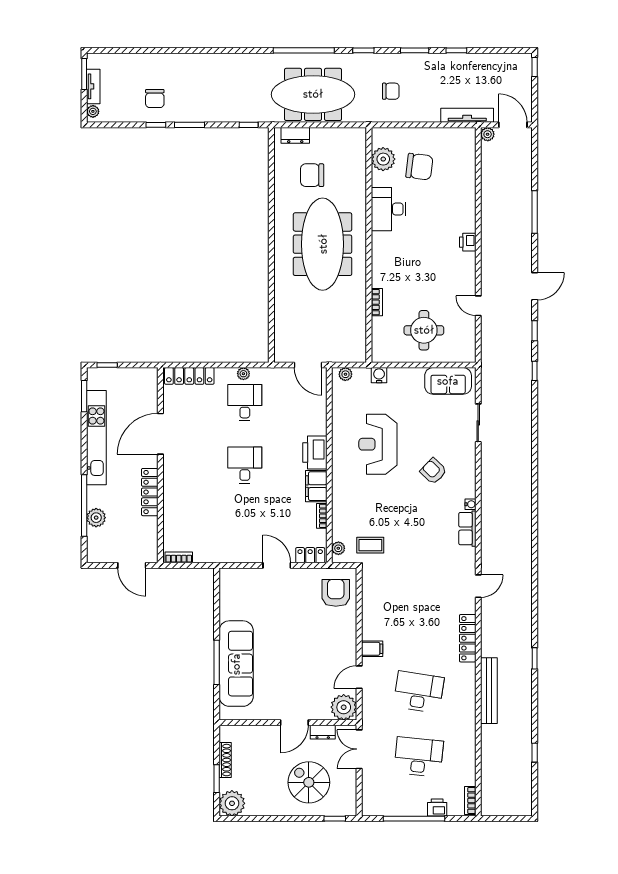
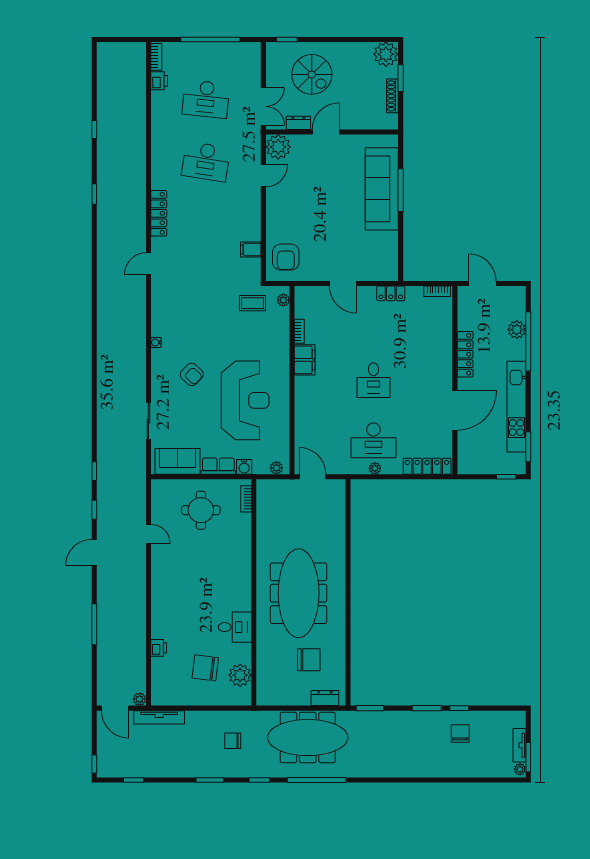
window: (456, 50) -> (134, 780), moved
plant: (93, 111) -> (520, 769), moved
window: (249, 125) -> (370, 708), width x1.50
desk: (389, 209) -> (235, 627), width x0.73
printer: (468, 242) -> (159, 648), moved
bookcase: (377, 302) -> (246, 499), moved
desk: (245, 403) -> (373, 440), width x1.37
reception desk: (378, 444) -> (245, 400), width x1.36, depth x1.30
printer: (315, 452) -> (306, 392), removed
row of seats: (467, 529) -> (218, 466), moved, turned -90
locker: (310, 555) -> (391, 293), moved
filing cabinet: (372, 649) -> (251, 250), moved
bench: (489, 691) -> (138, 163), removed
window: (535, 753) -> (94, 129), moved
printer: (437, 808) -> (159, 81), moved, turned -90

